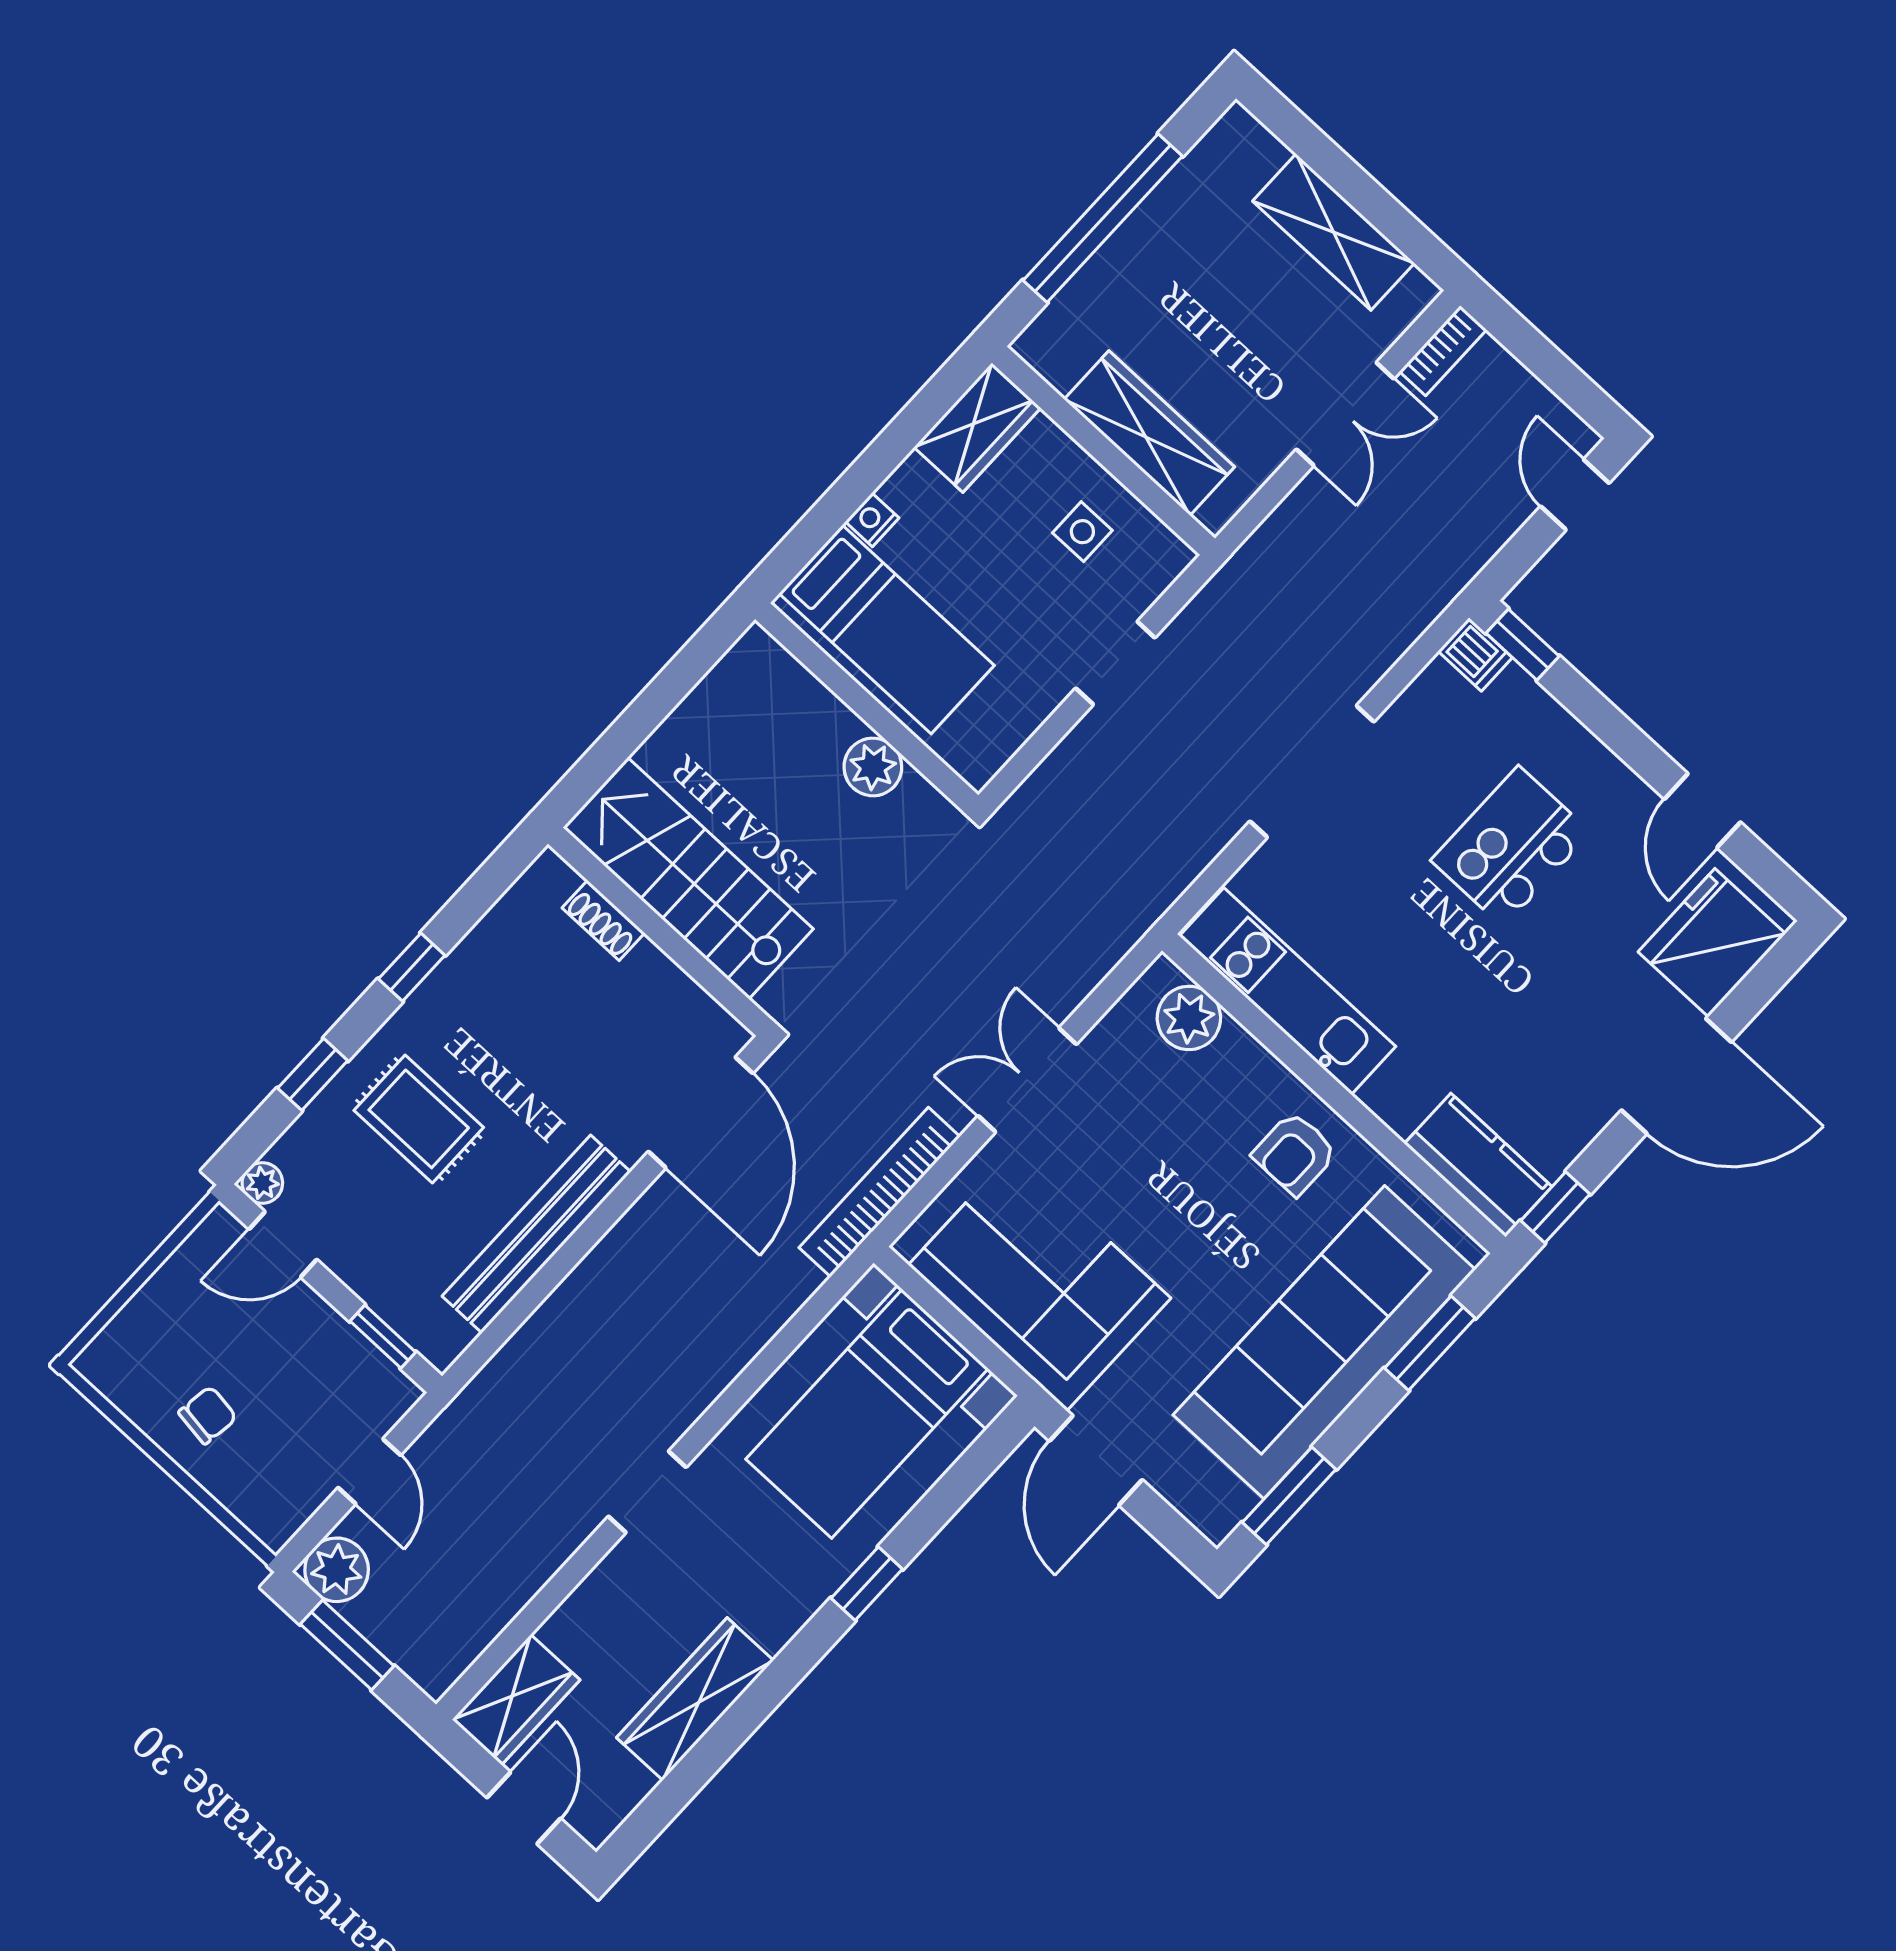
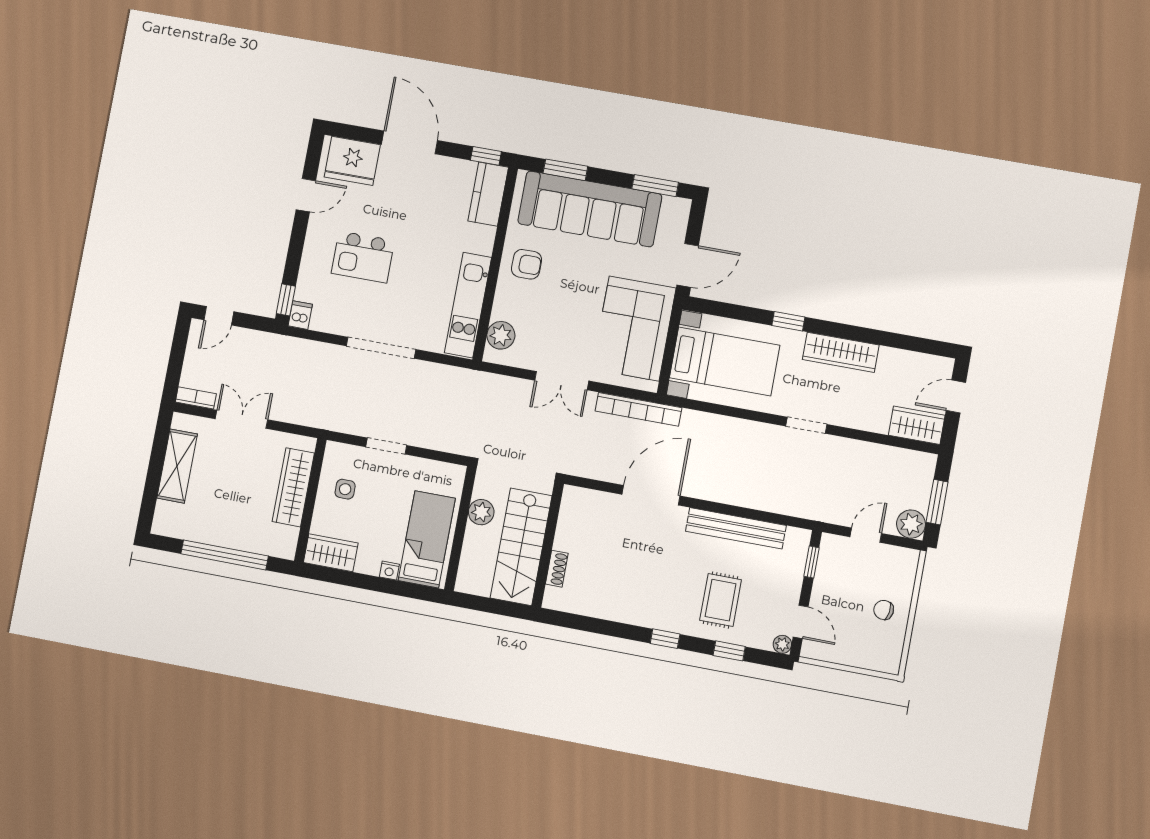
stairs: (688, 878) -> (521, 547), moved
shoe rack: (603, 920) -> (557, 569), moved
wall: (660, 932) -> (548, 545), moved
wardrobe: (695, 1699) -> (841, 352), moved

